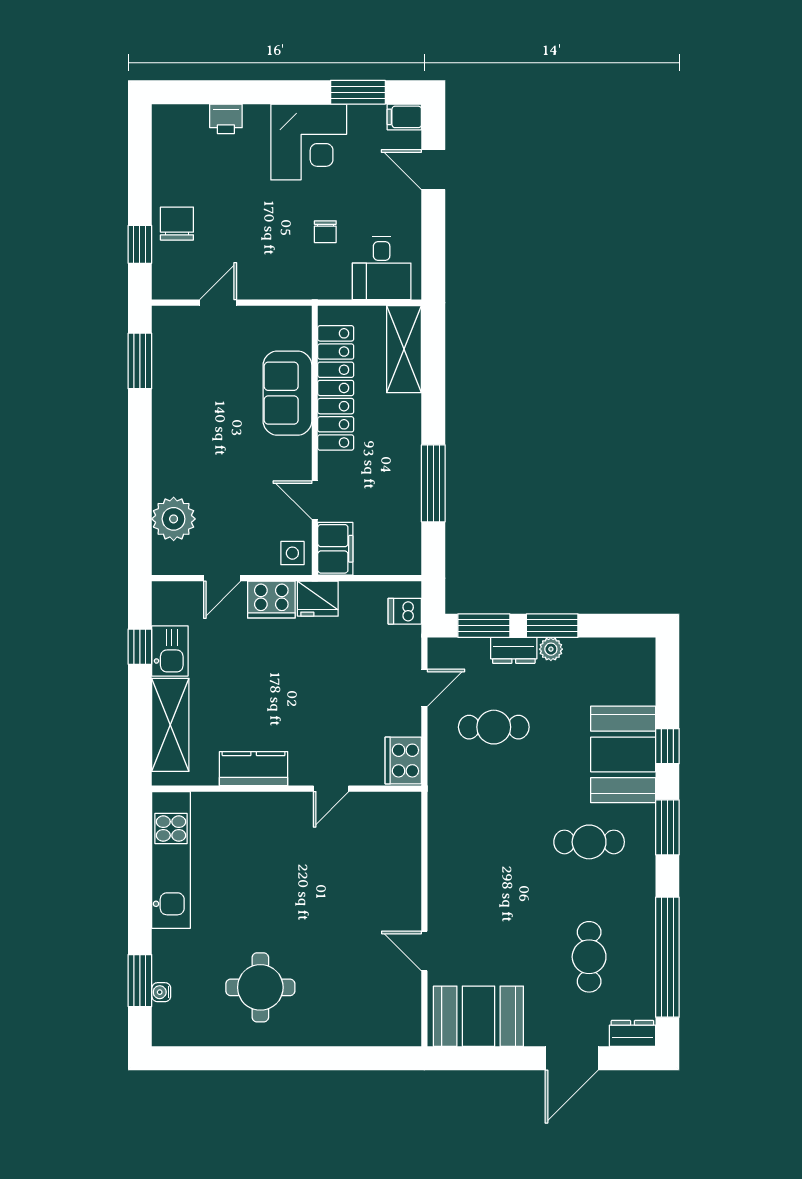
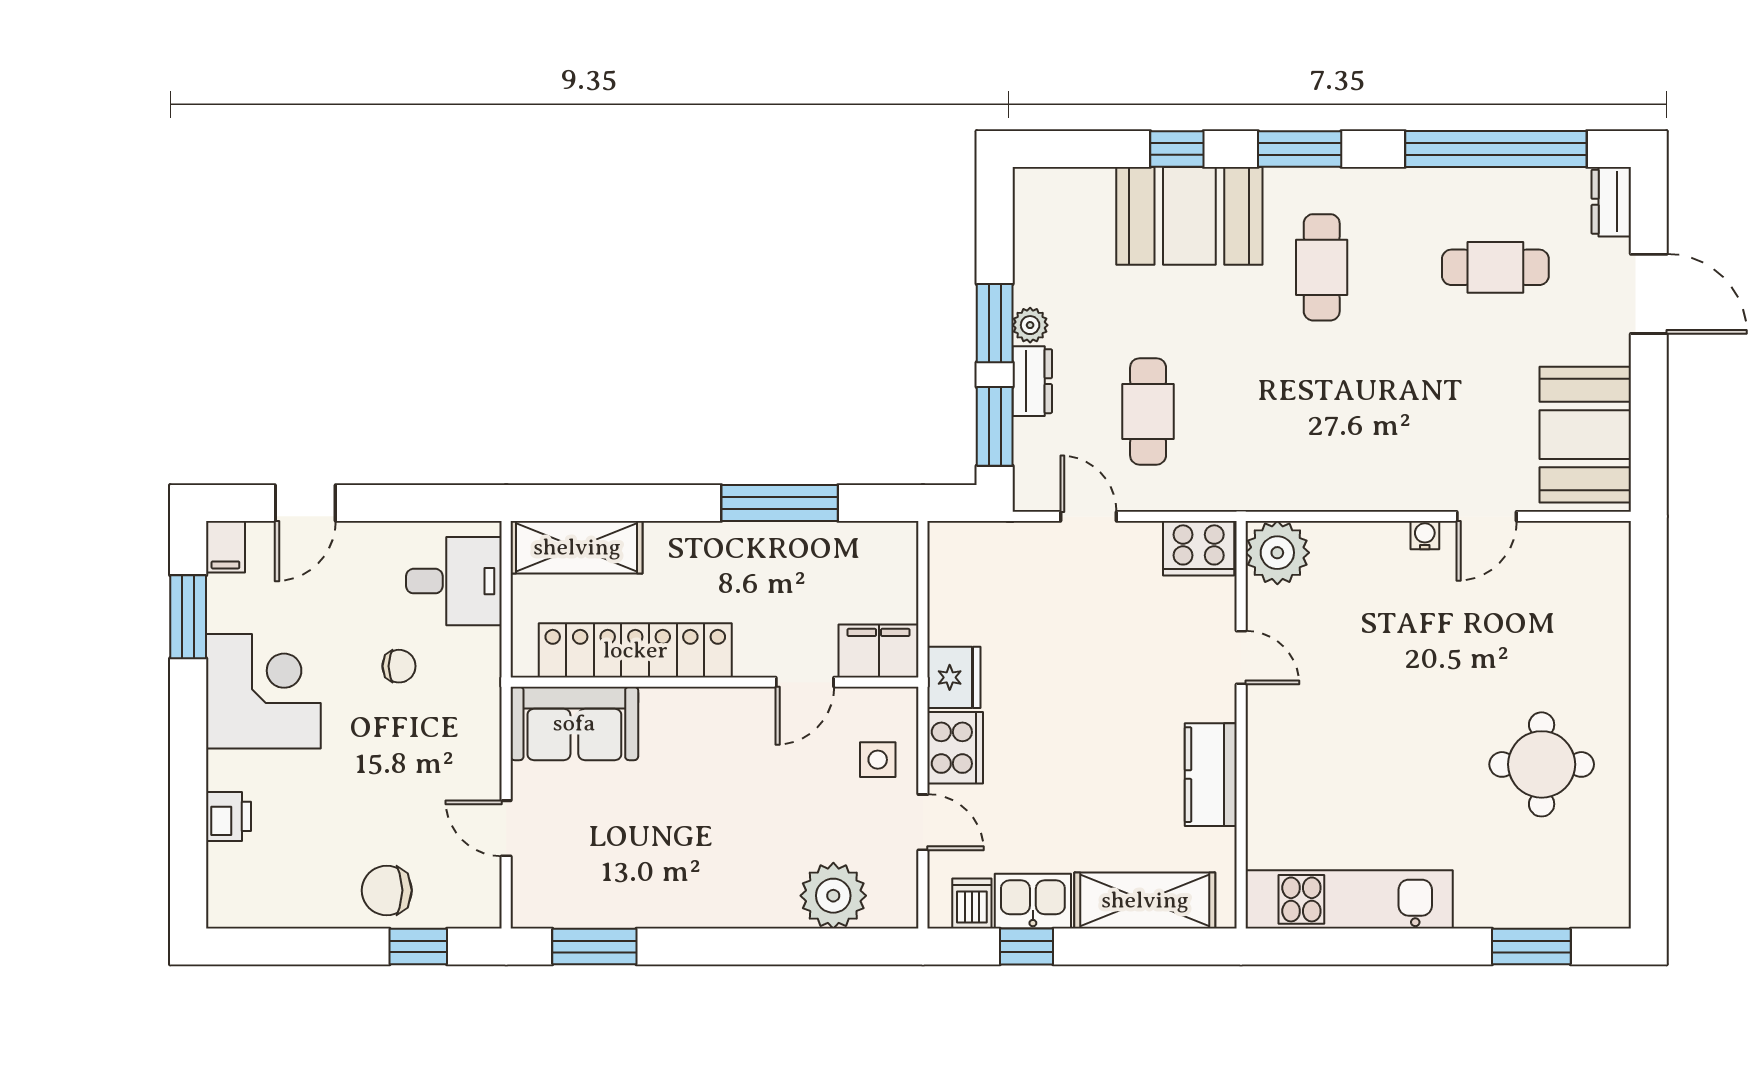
sofa: (287, 393) -> (574, 723), moved
side table: (292, 553) -> (878, 760), moved
dishwasher: (405, 611) -> (972, 903), moved, turned 180
plant: (400, 813) -> (1277, 553), added
water cooler: (161, 992) -> (1425, 535), moved, turned 180

